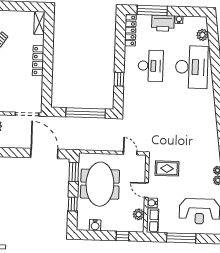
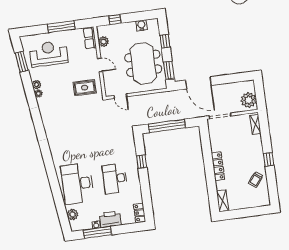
window: (152, 10) -> (97, 232), moved
locker: (130, 30) -> (139, 213), width x0.66
water cooler: (152, 203) -> (93, 54), removed

